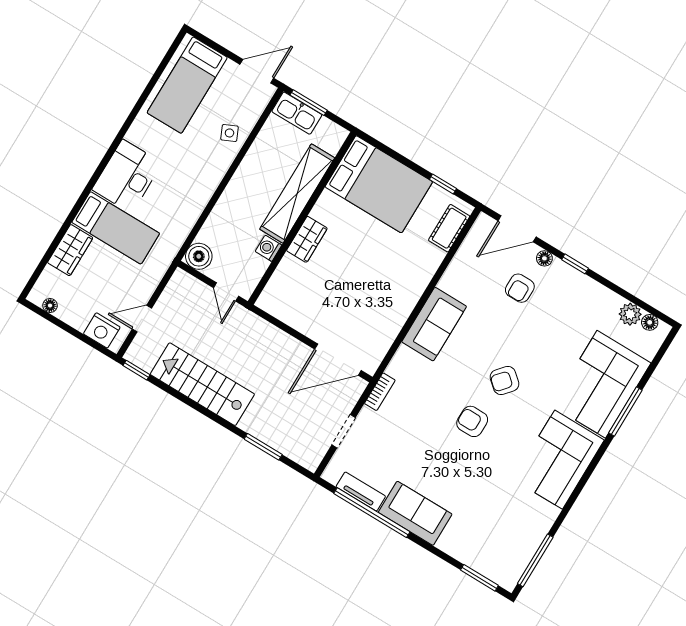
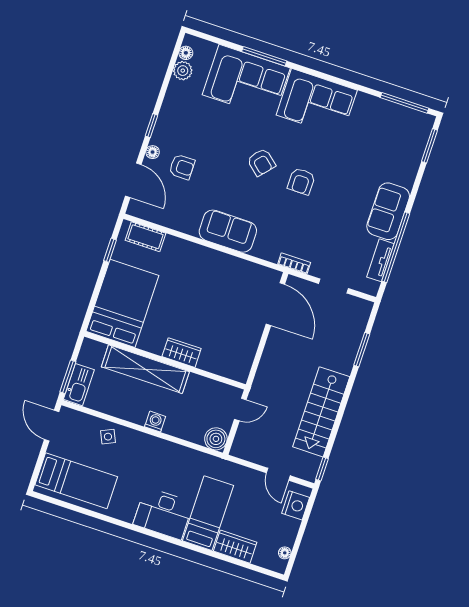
washing machine: (268, 248) -> (155, 422), moved, turned 180

